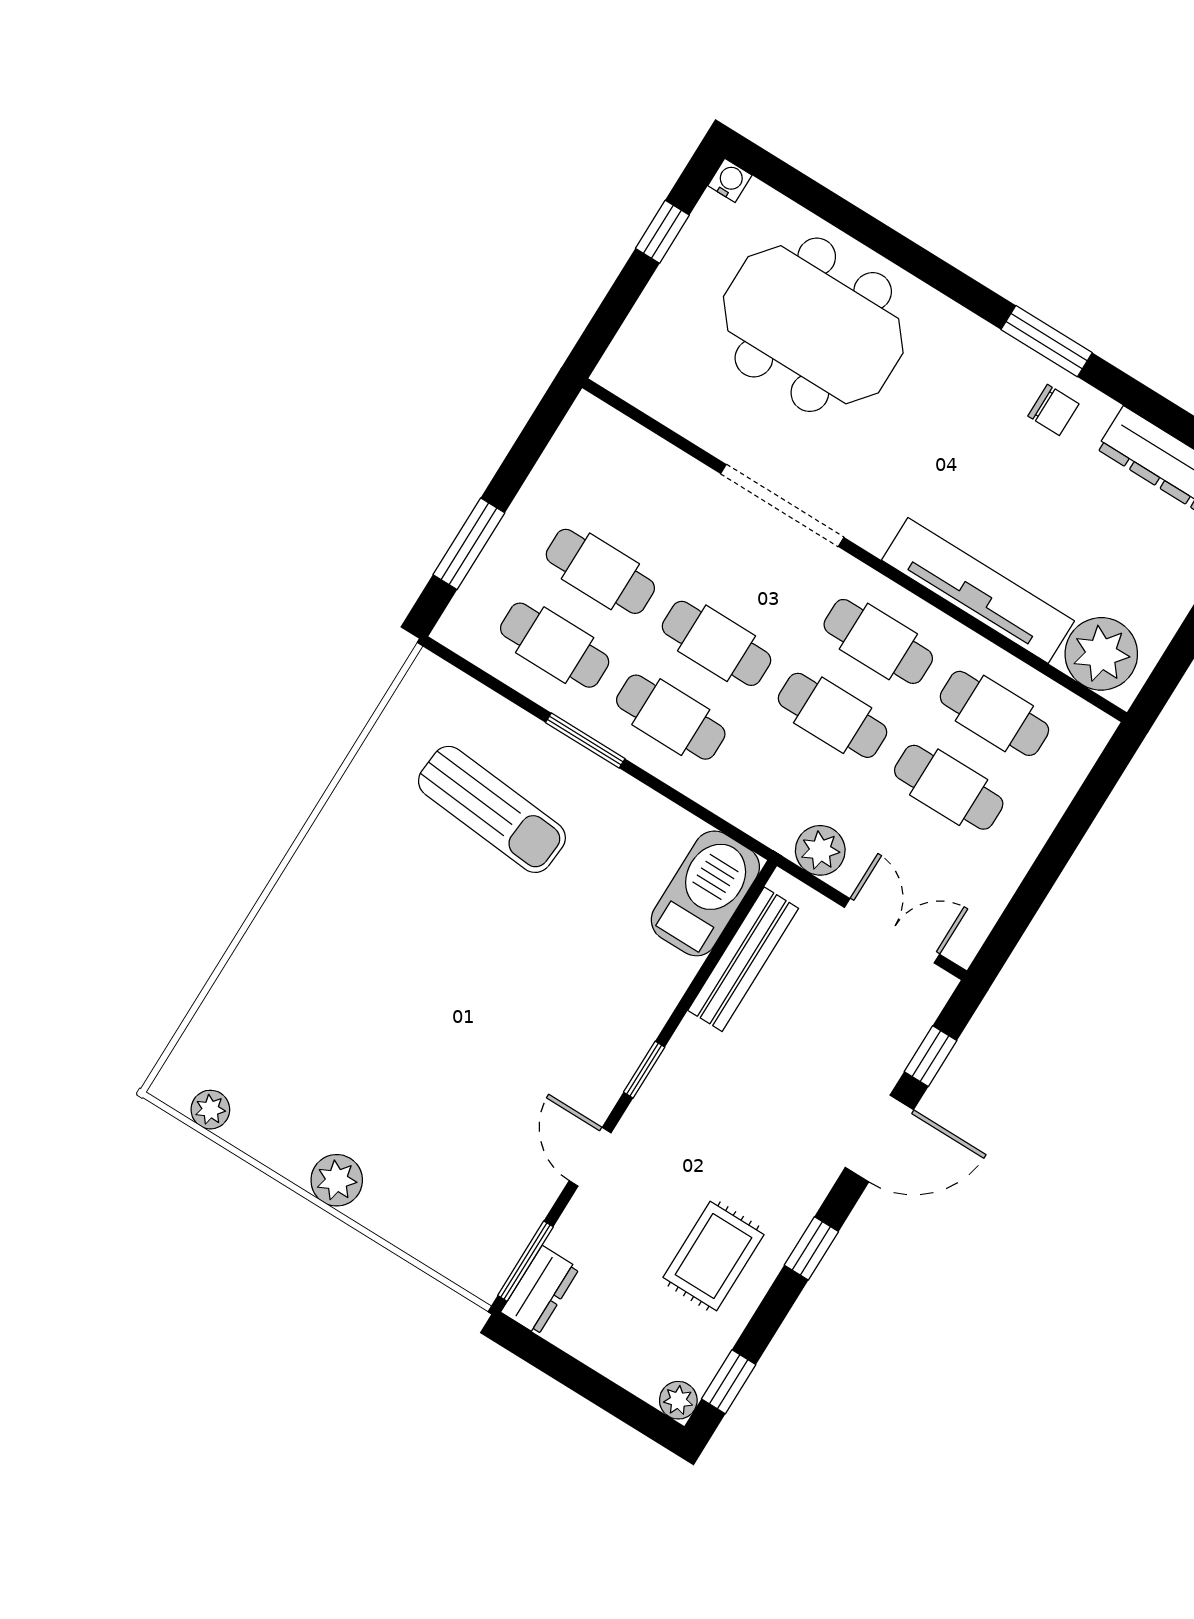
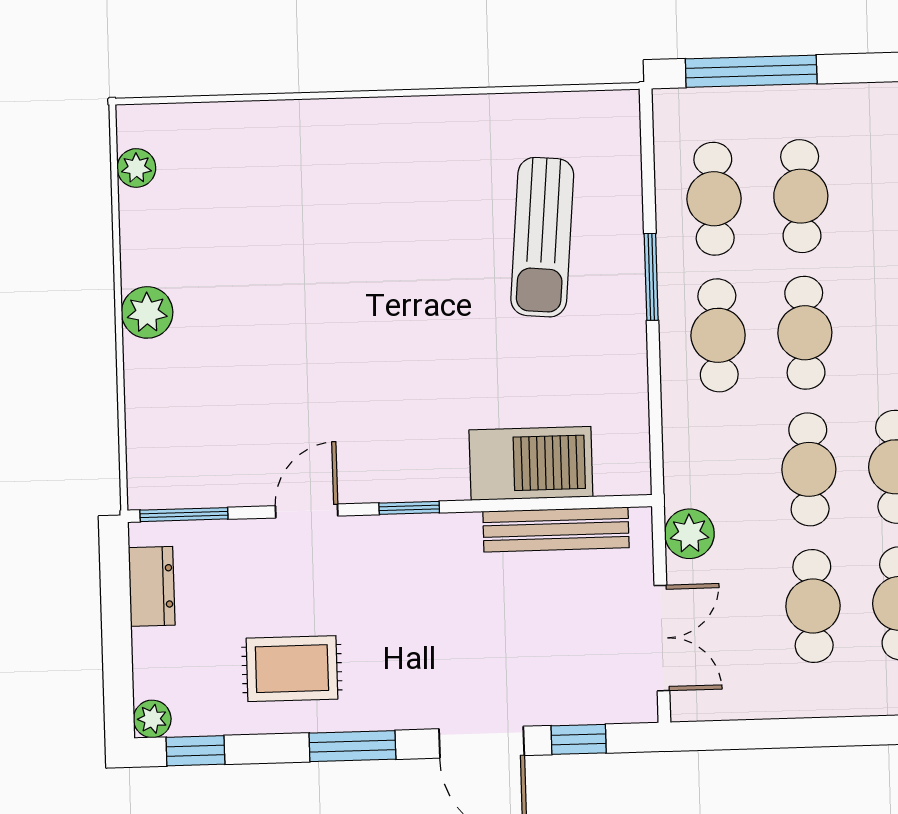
window: (469, 544) -> (751, 71), width x1.44
barbecue: (705, 893) -> (531, 463), moved
window: (811, 1248) -> (352, 746), width x1.50
dresser: (540, 1290) -> (152, 586), moved, turned -90

